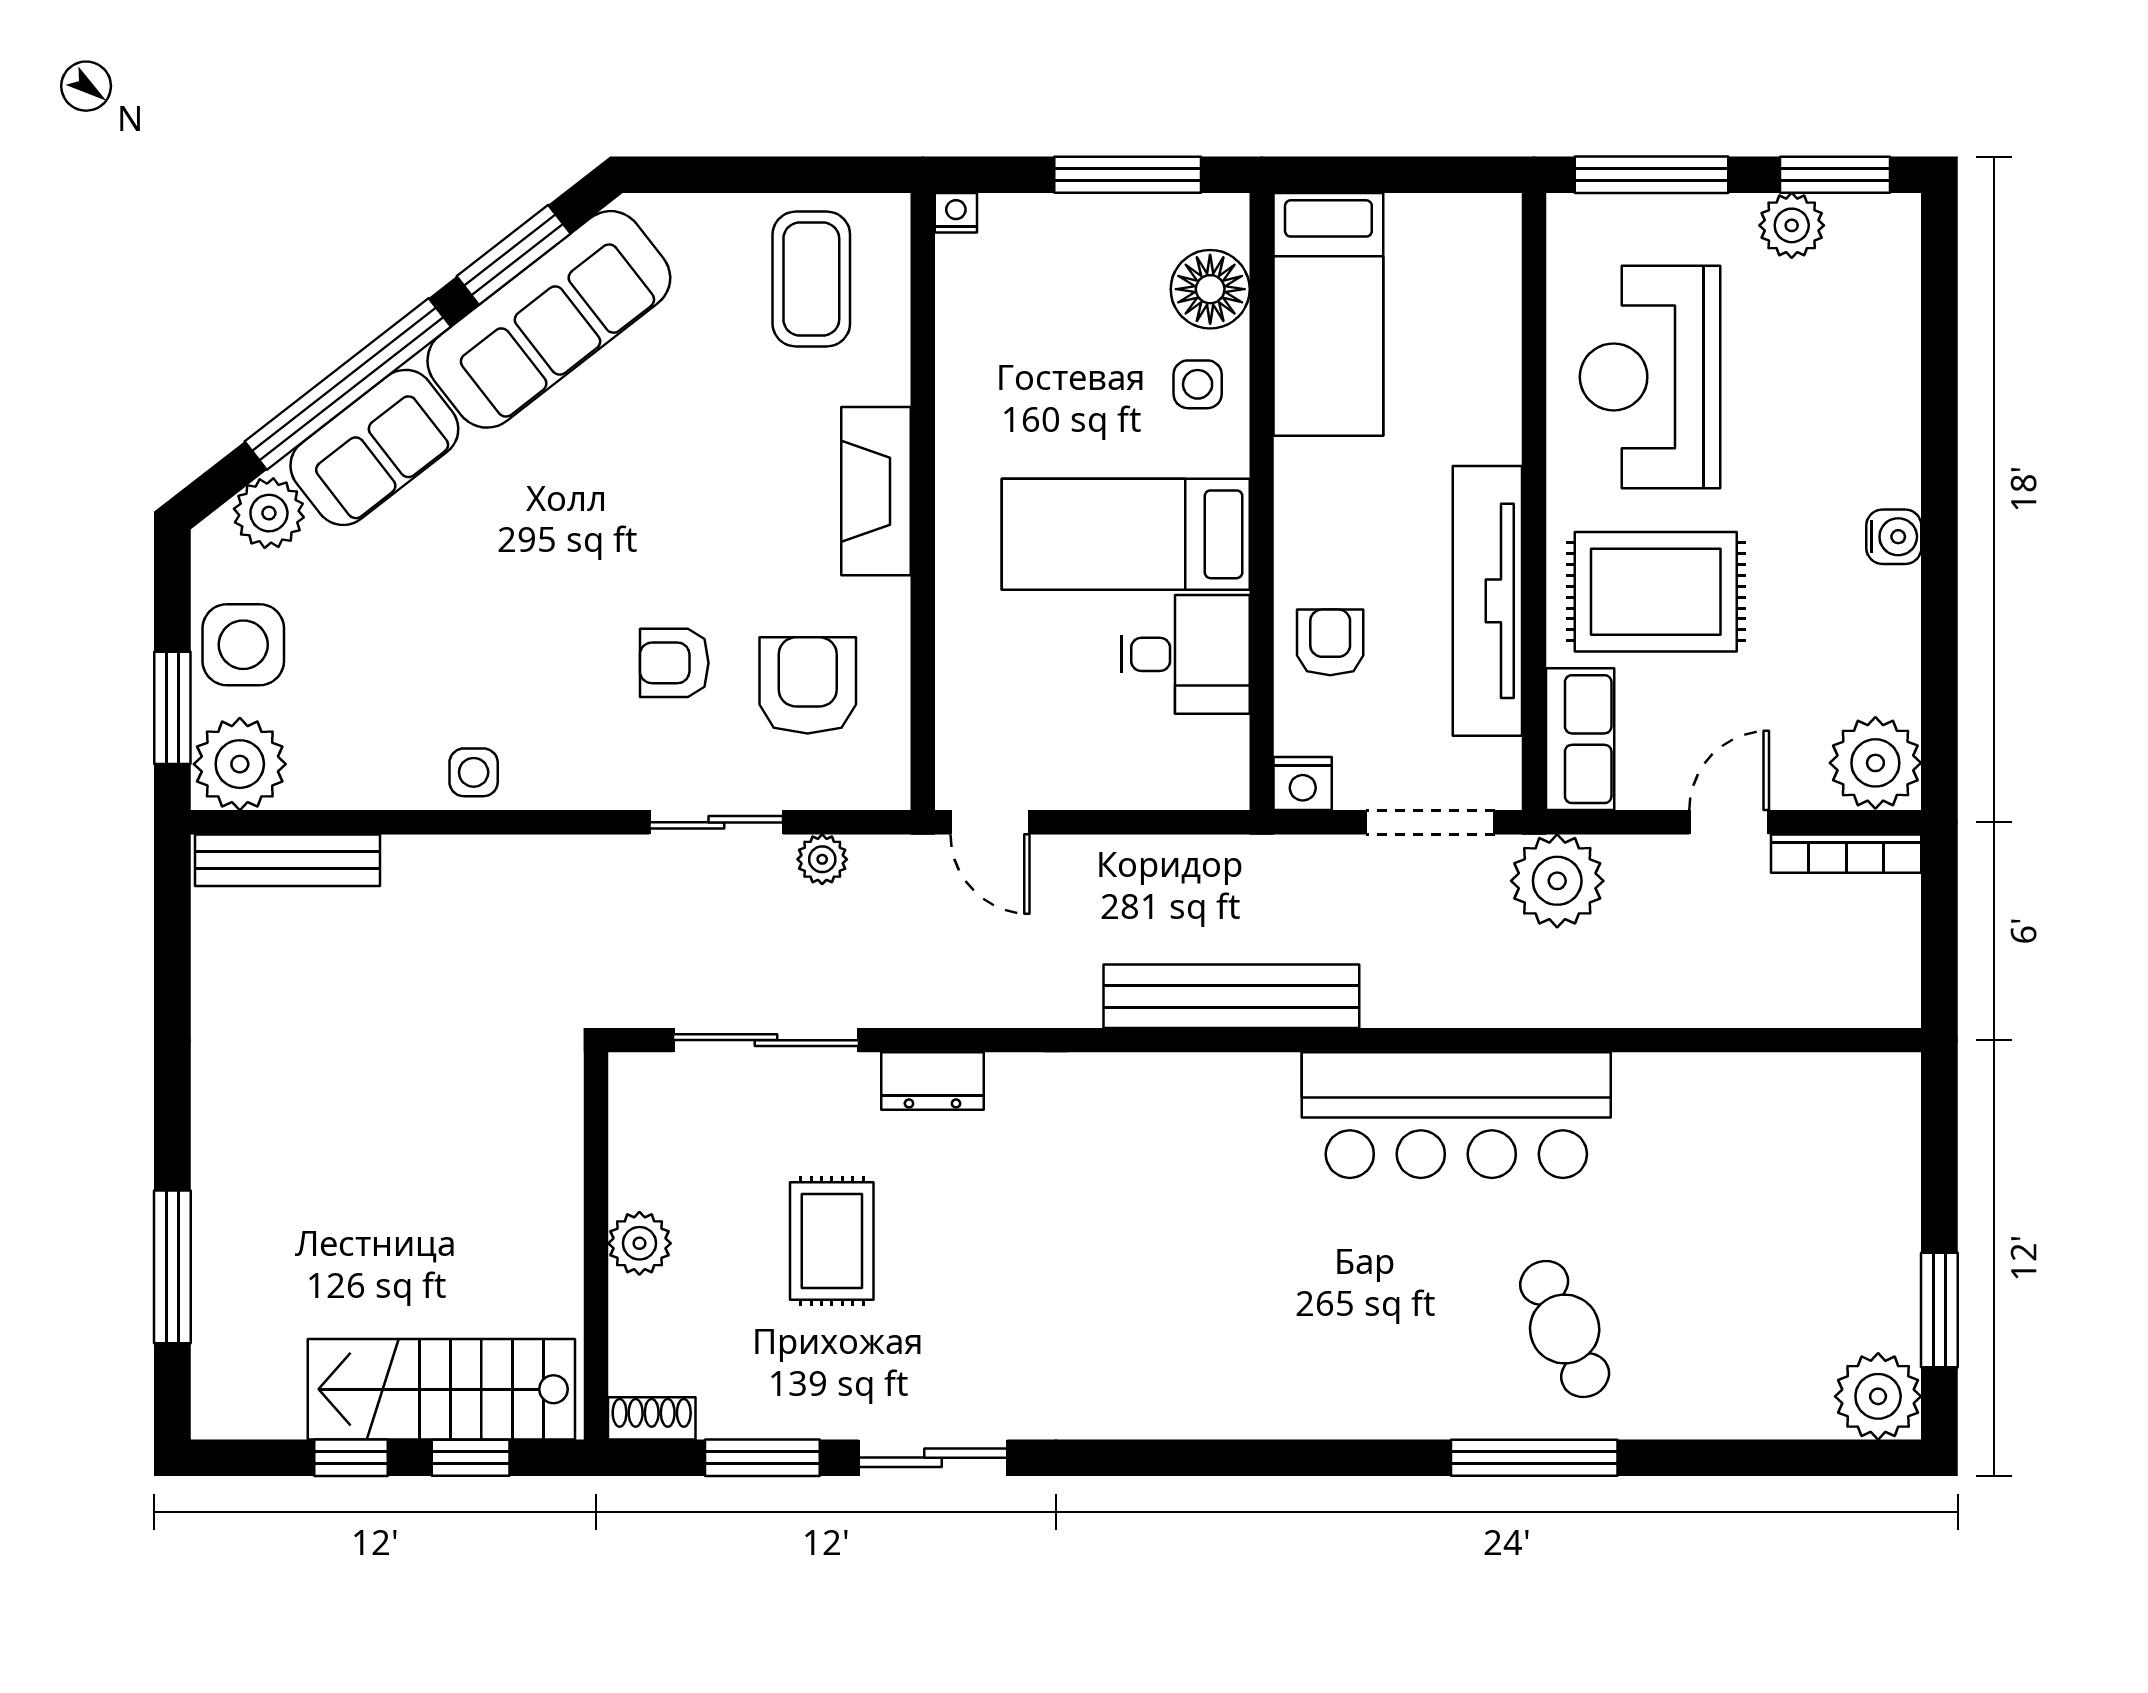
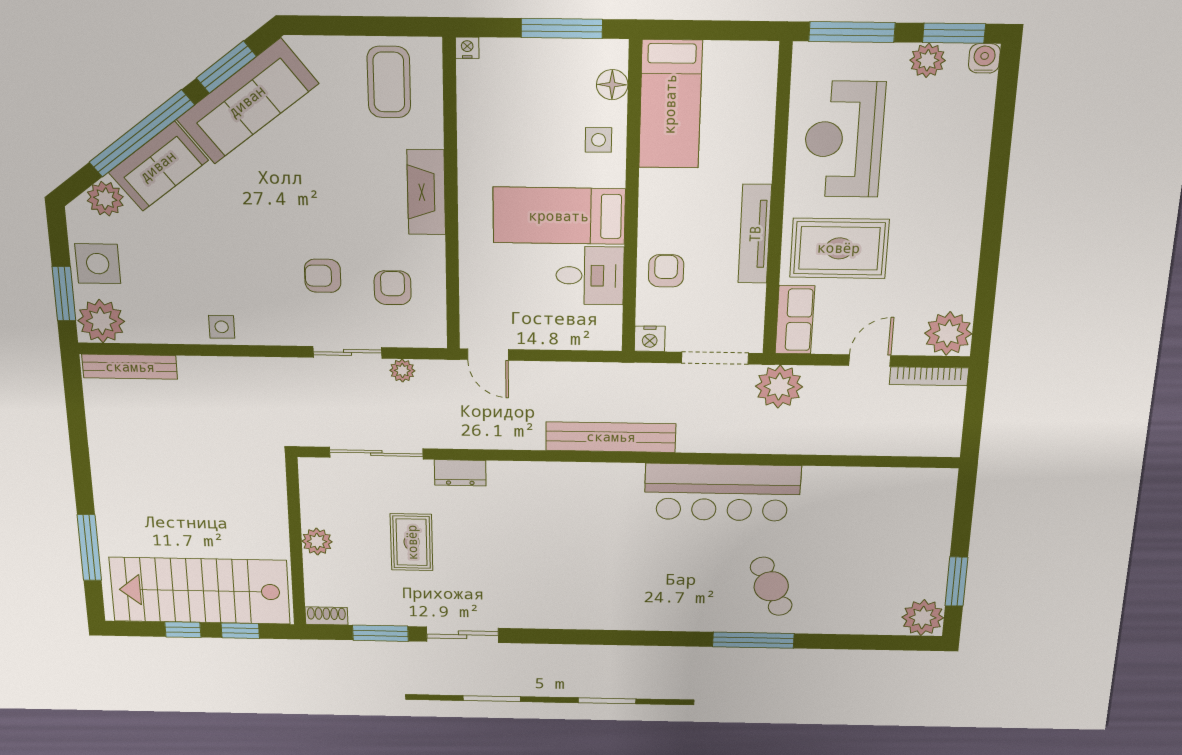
floor lamp: (1210, 289) -> (612, 85), width x0.73, depth x0.73
water cooler: (1894, 537) -> (984, 58), moved, turned -90
tv unit: (1487, 601) -> (755, 234), width x0.73, depth x0.78
armchair: (808, 685) -> (393, 288), width x0.72, depth x0.72
stairs: (441, 1389) -> (200, 591), width x1.36, depth x1.51

